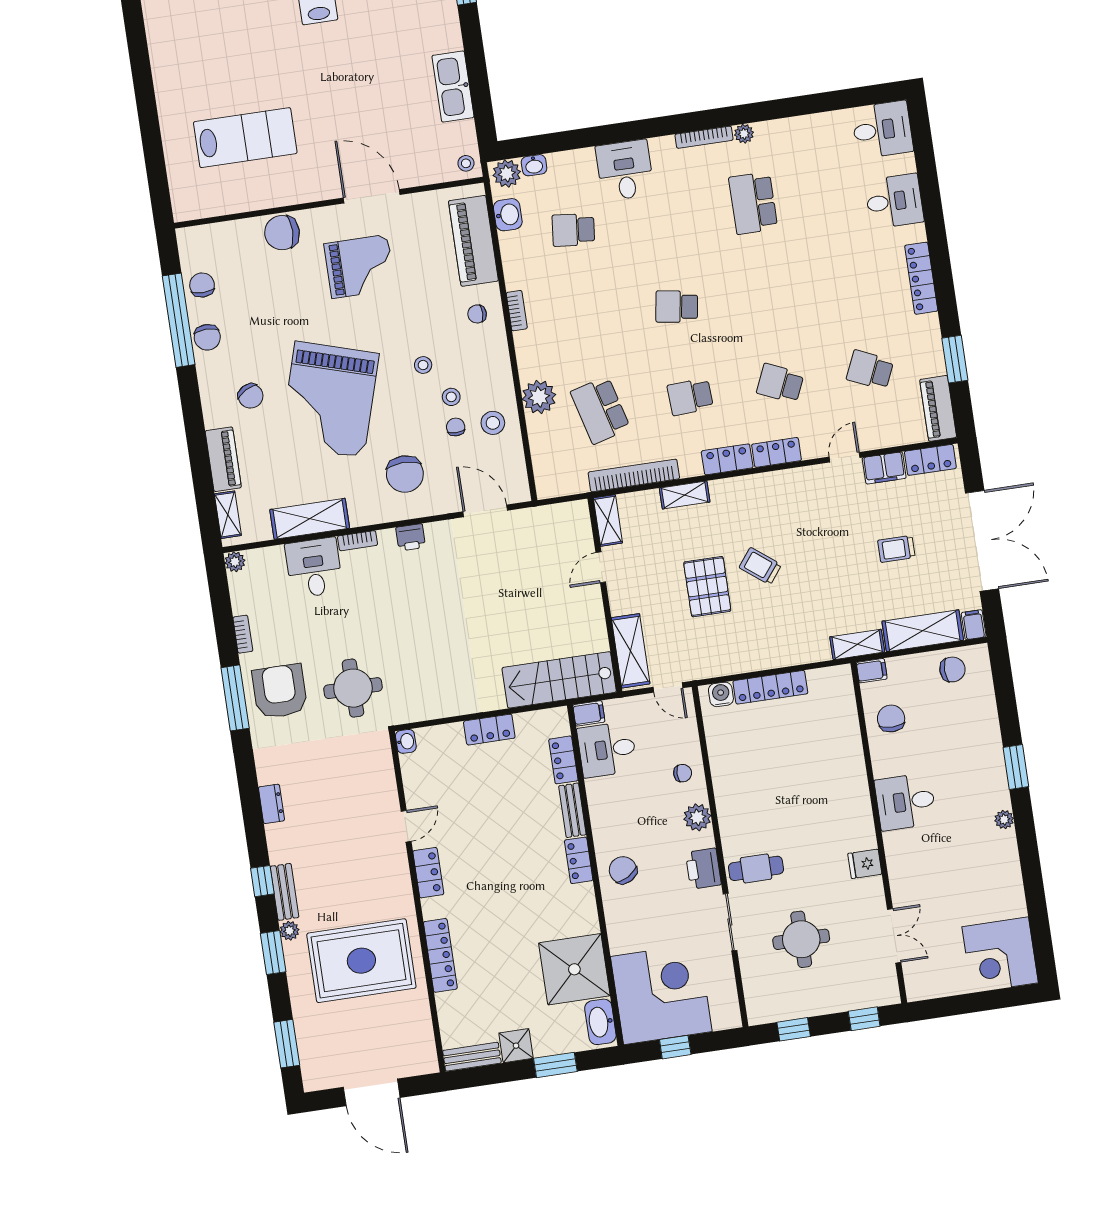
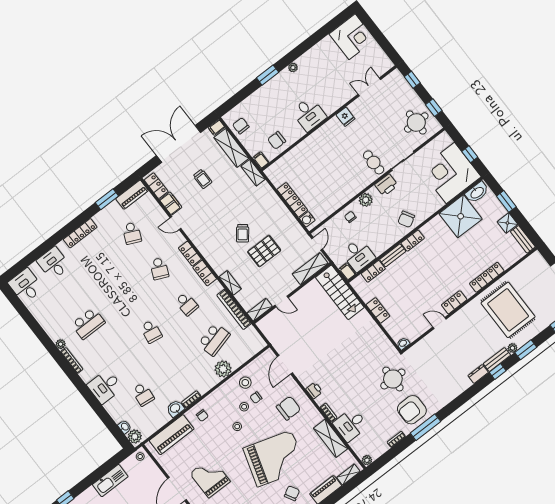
washbasin: (508, 215) -> (175, 408), moved
dresser: (271, 804) -> (478, 374), moved
round table: (801, 939) -> (416, 123), moved

